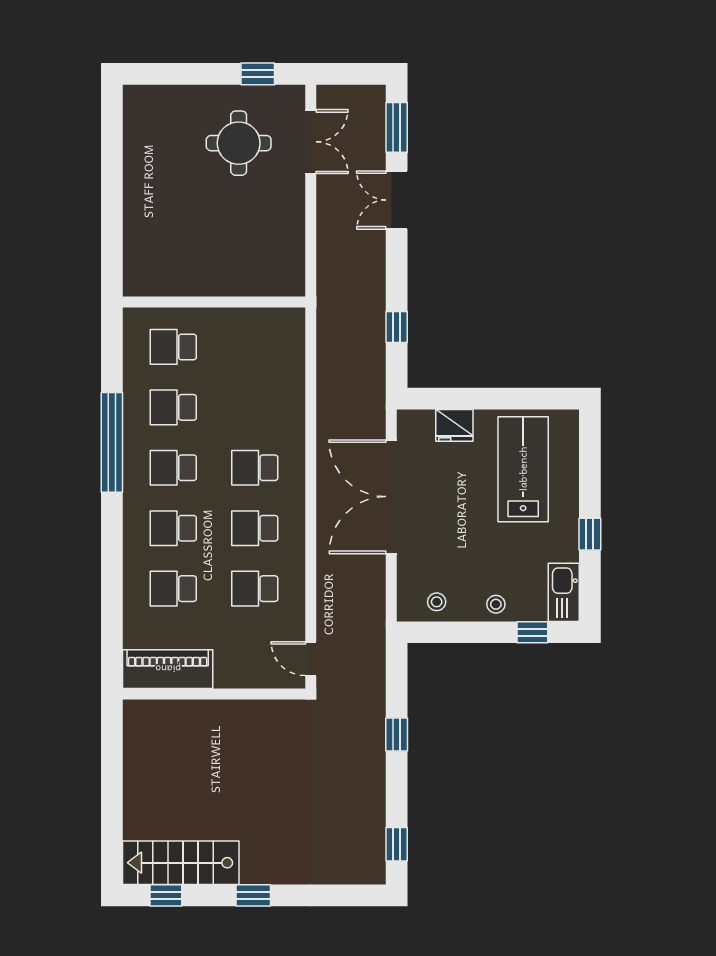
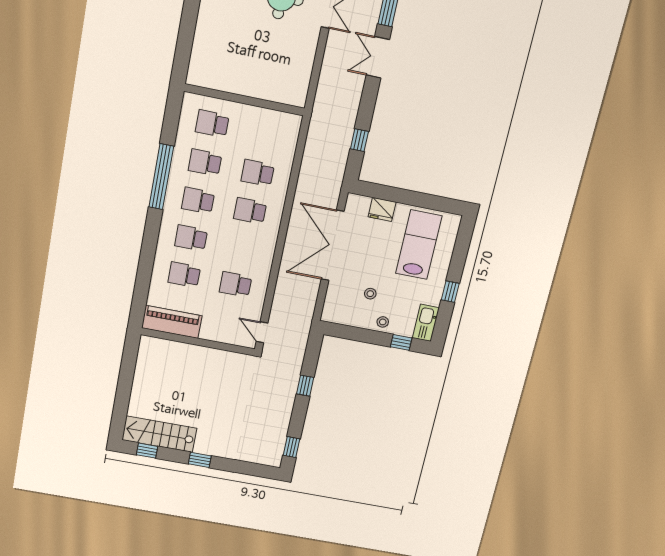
school desk: (255, 528) -> (258, 173), moved
stool: (437, 602) -> (370, 294), moved

